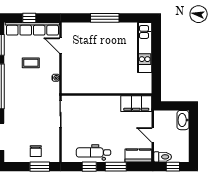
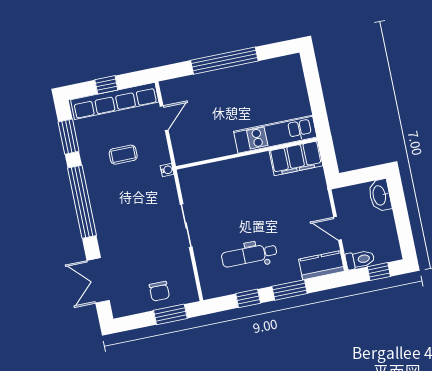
window: (105, 18) -> (224, 61), width x1.46
door: (60, 46) -> (164, 118), swing flipped
kitchen unit: (145, 48) -> (275, 134), moved, turned 90
wall: (107, 95) -> (247, 153), moved
filing cabinet: (136, 104) -> (296, 158), moved
dental chair: (93, 152) -> (249, 255), moved

